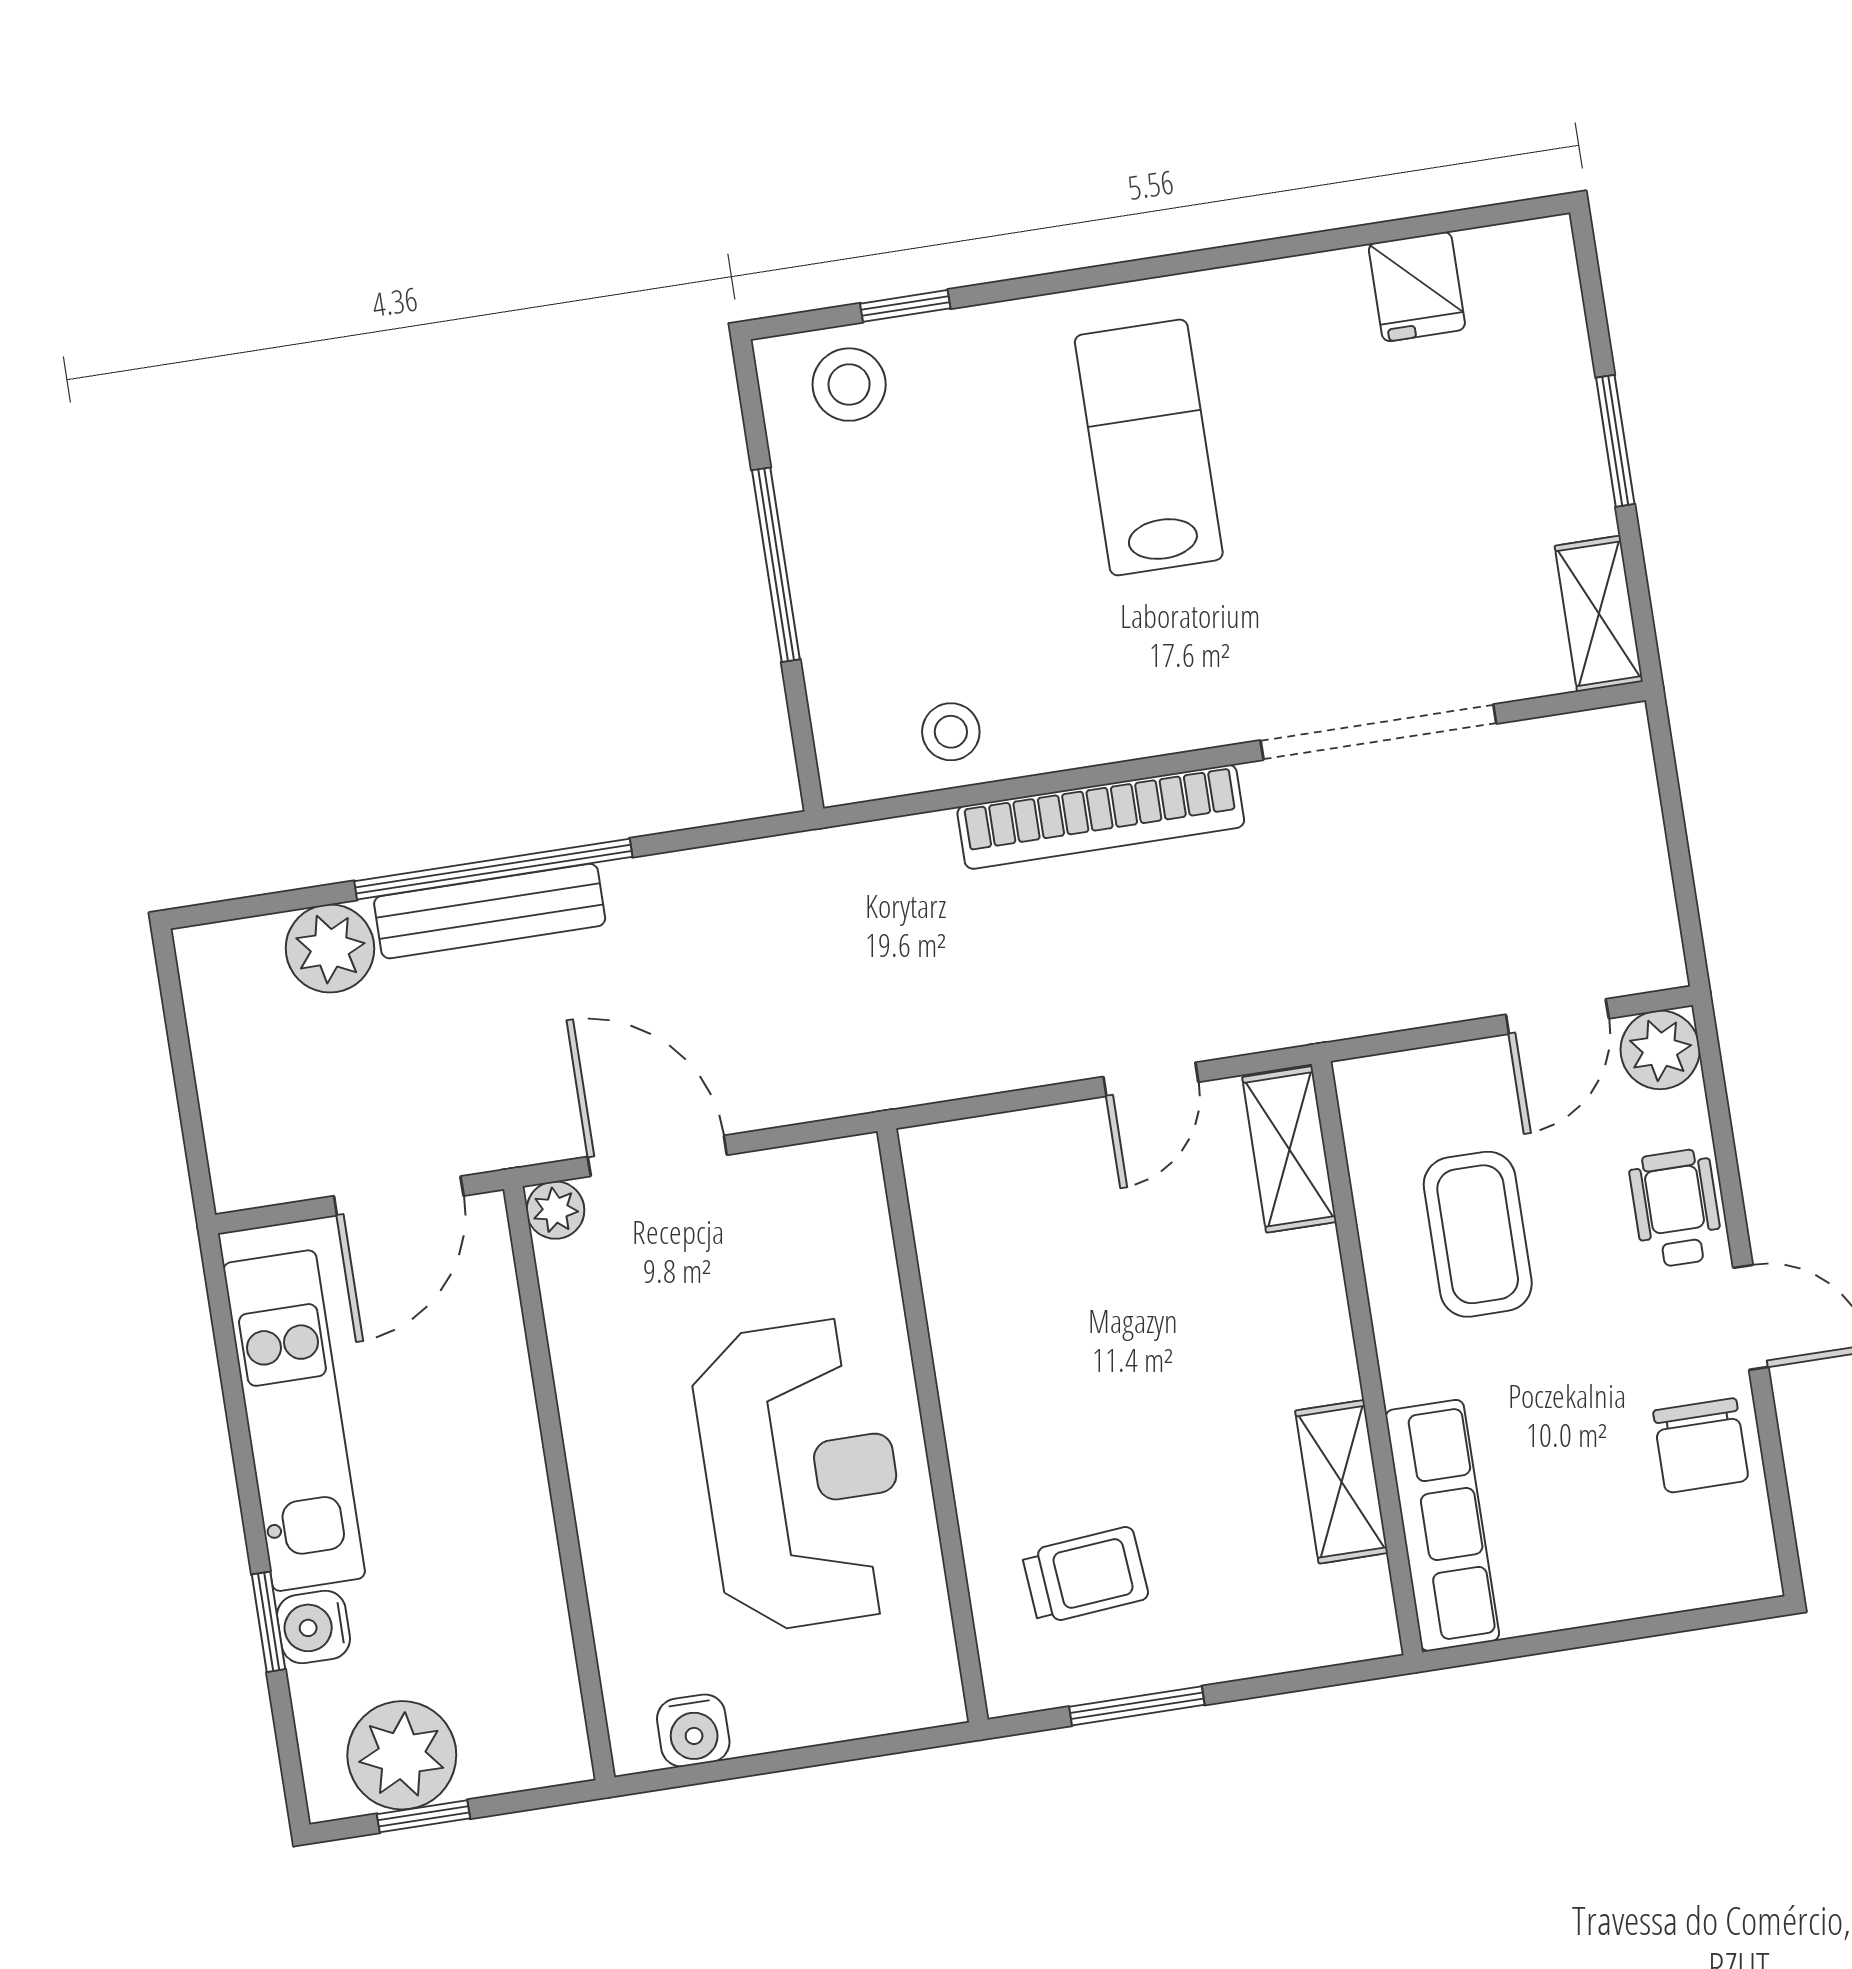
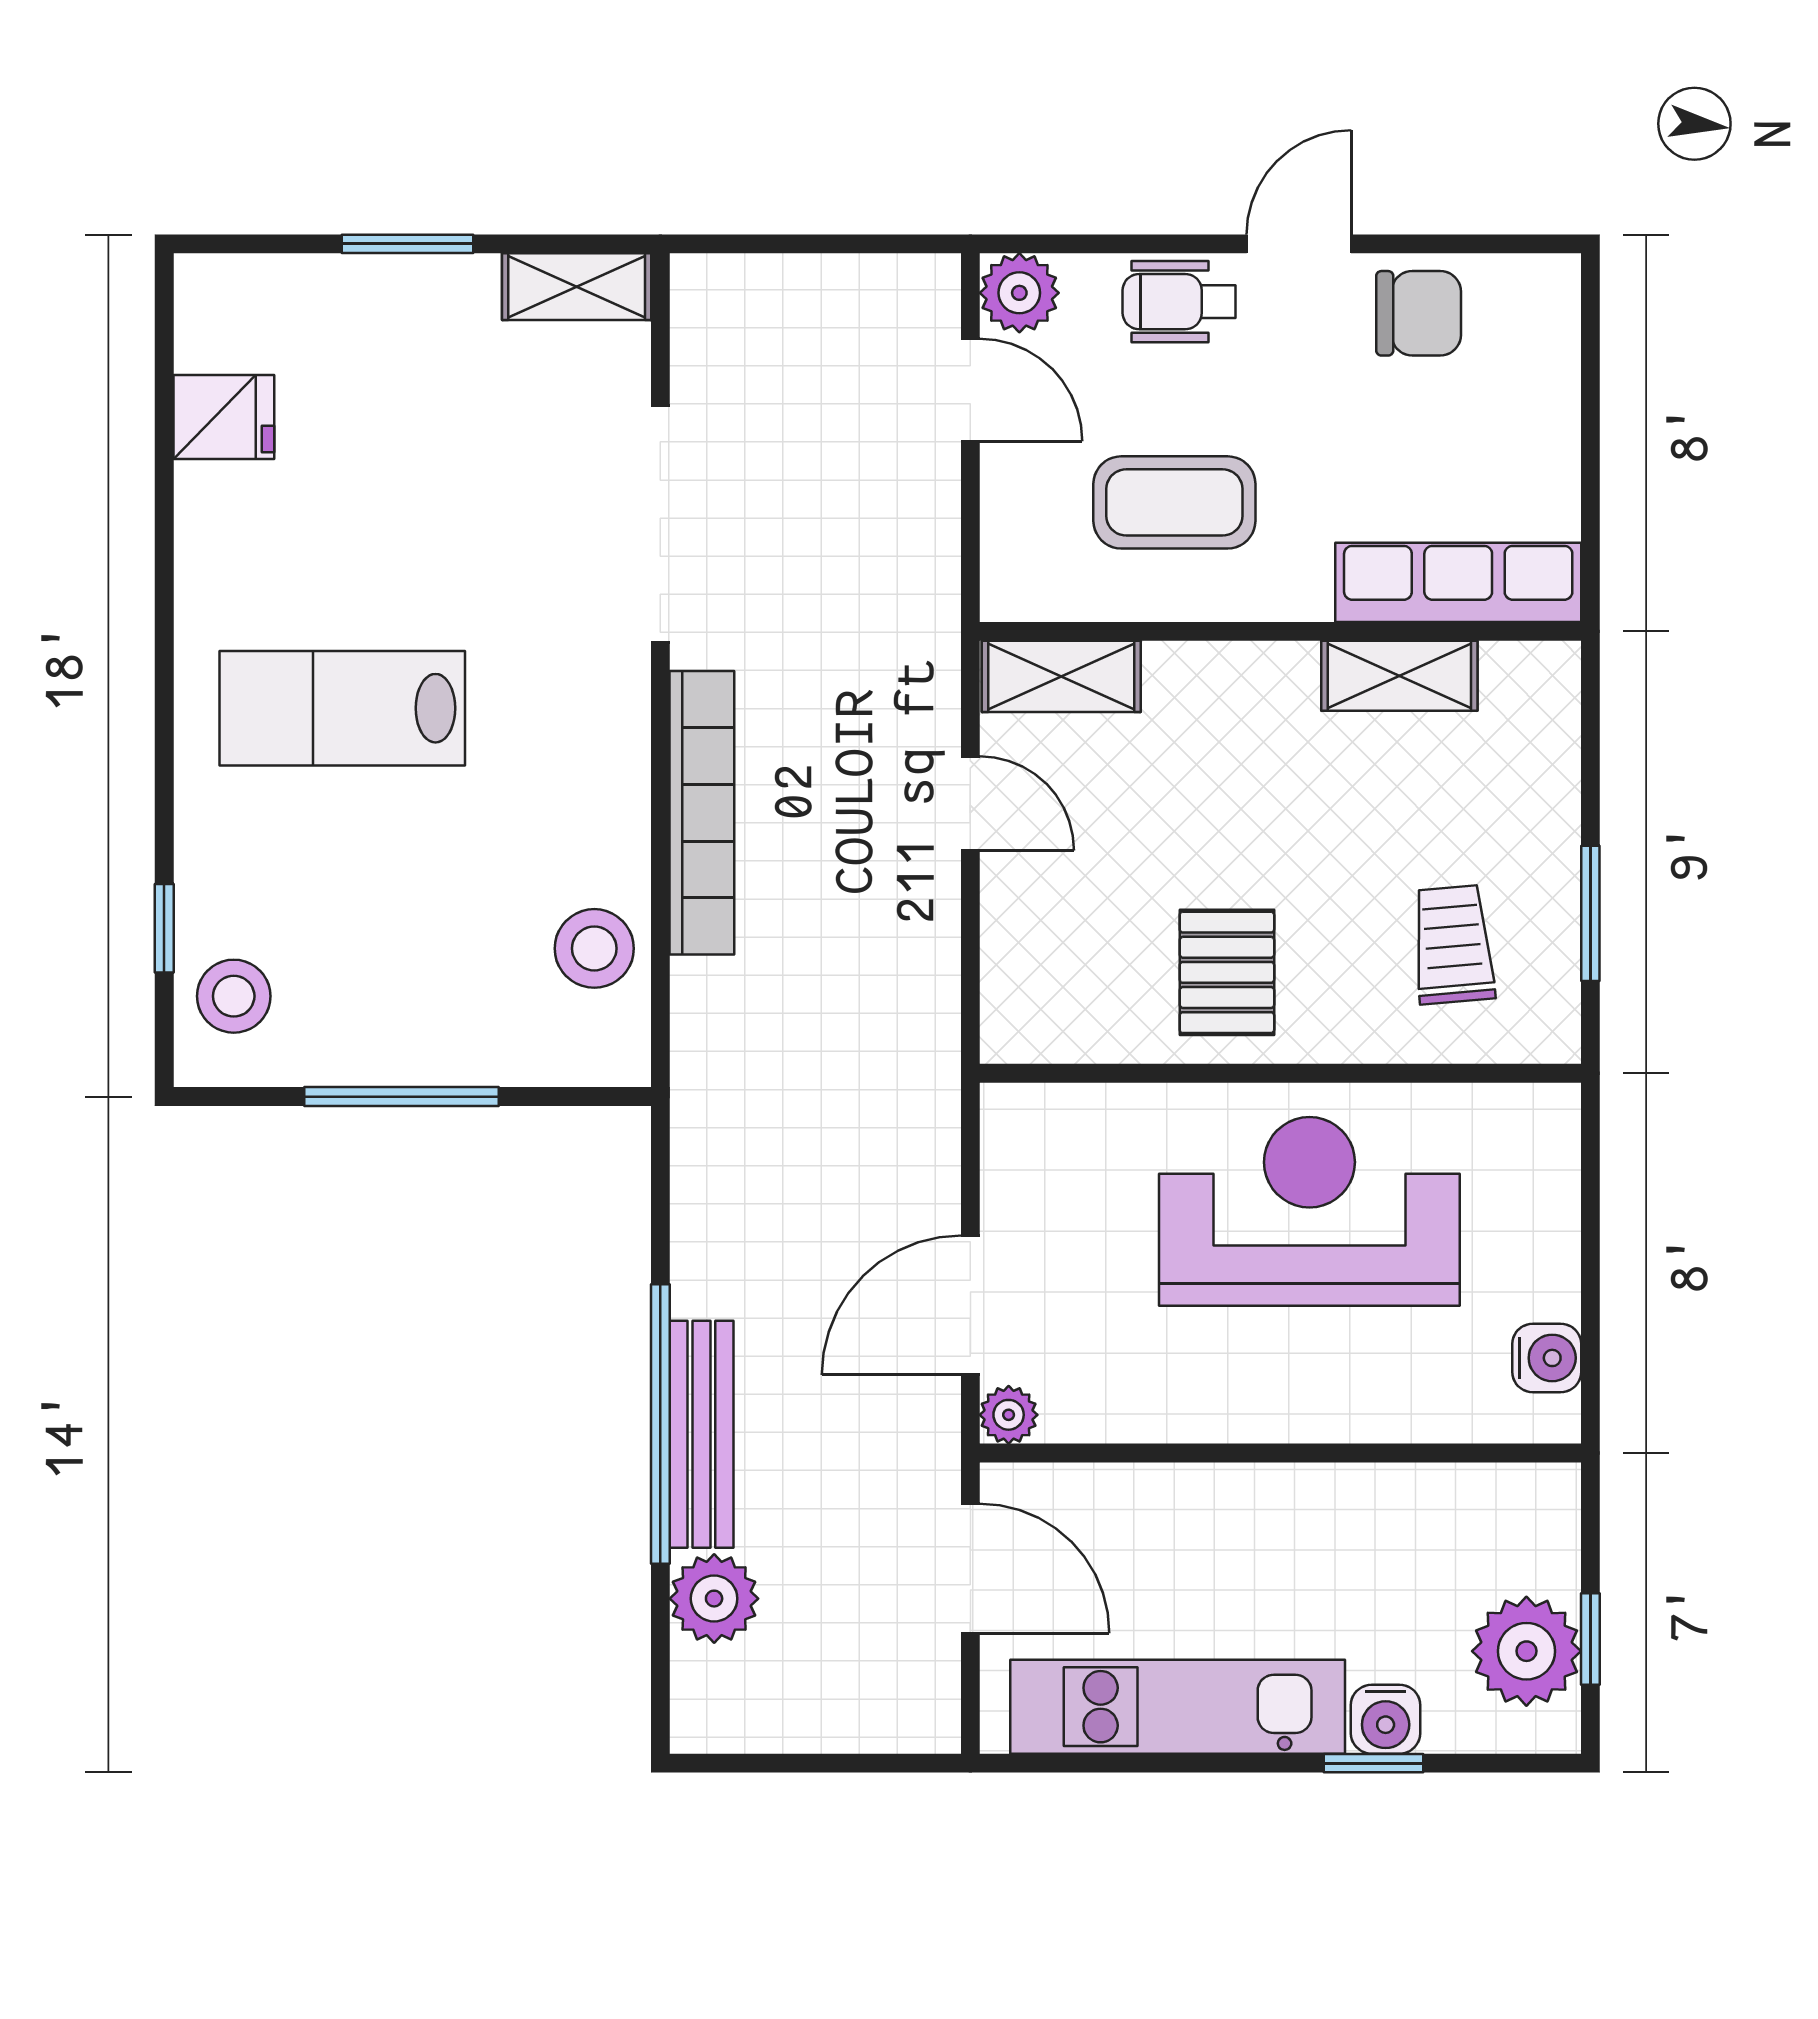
stool: (951, 732) -> (594, 948), width x1.37, depth x1.37
pallet: (1024, 1357) -> (1227, 972), added

